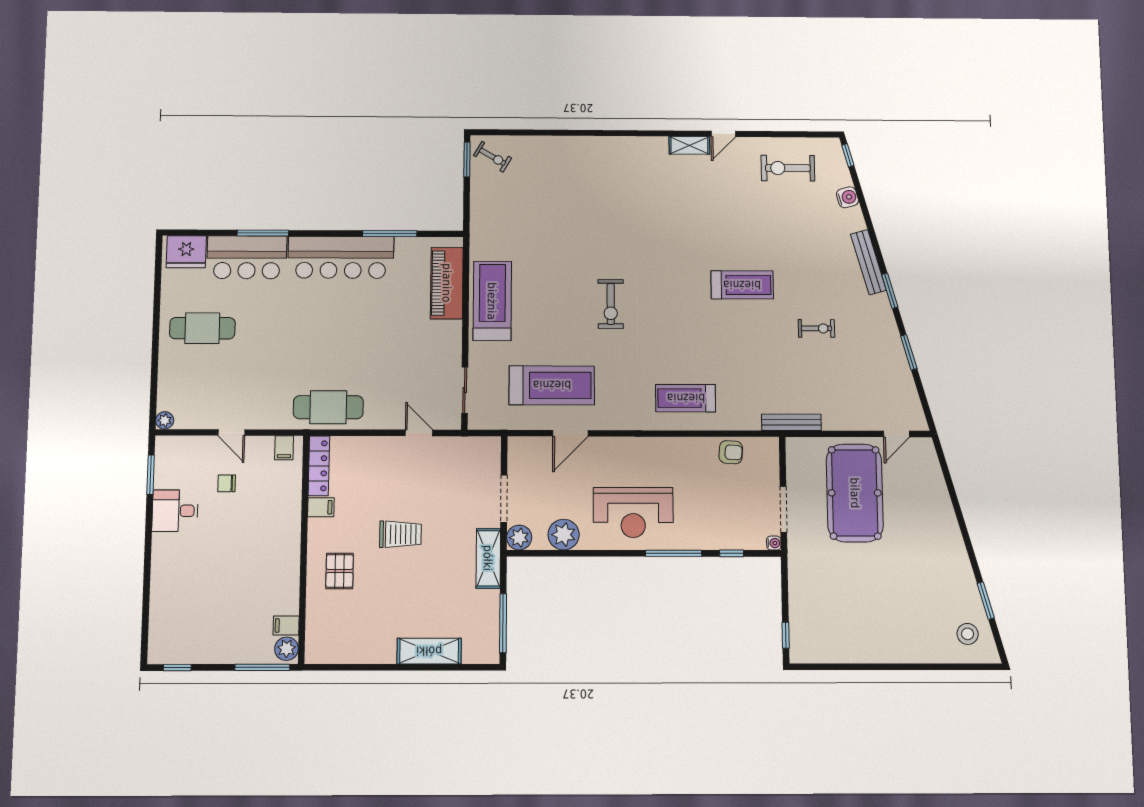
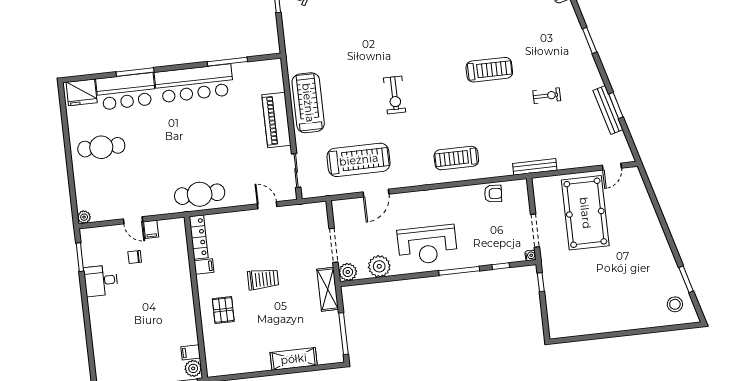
bench: (868, 262) -> (608, 110), moved
piano: (447, 283) -> (276, 120), moved
window: (890, 291) -> (590, 40), moved
filing cabinet: (284, 448) -> (151, 229), moved
window: (786, 635) -> (541, 282), moved

